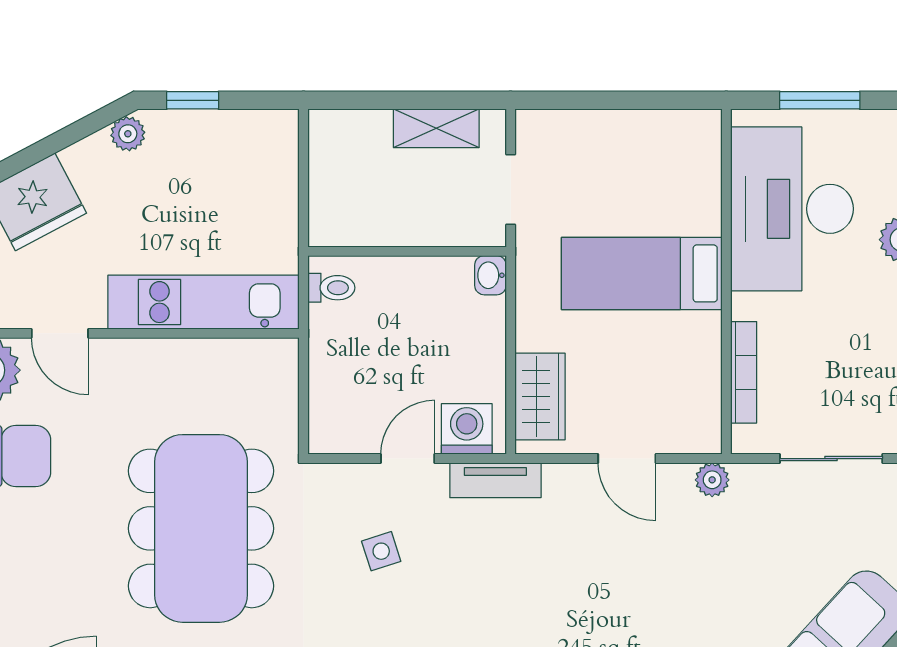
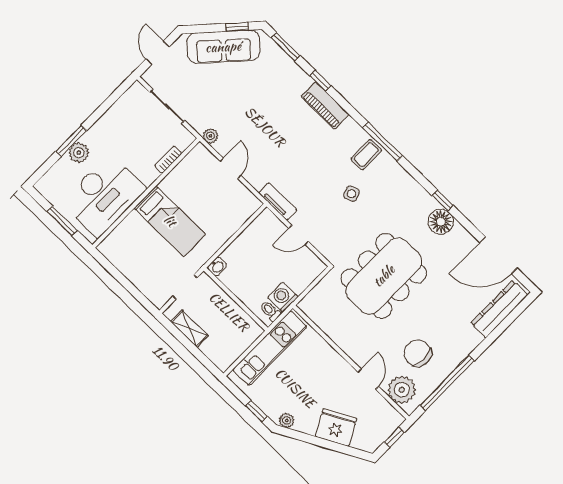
kitchen unit: (203, 302) -> (270, 348), moved, turned -90
bookcase: (744, 372) -> (168, 160), width x0.64
wardrobe: (540, 397) -> (239, 214), removed
washing machine: (467, 429) -> (283, 297), moved, turned 90
side table: (381, 551) -> (352, 194), moved

